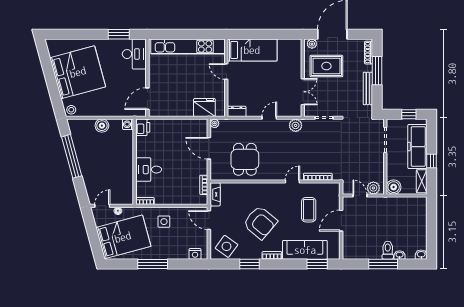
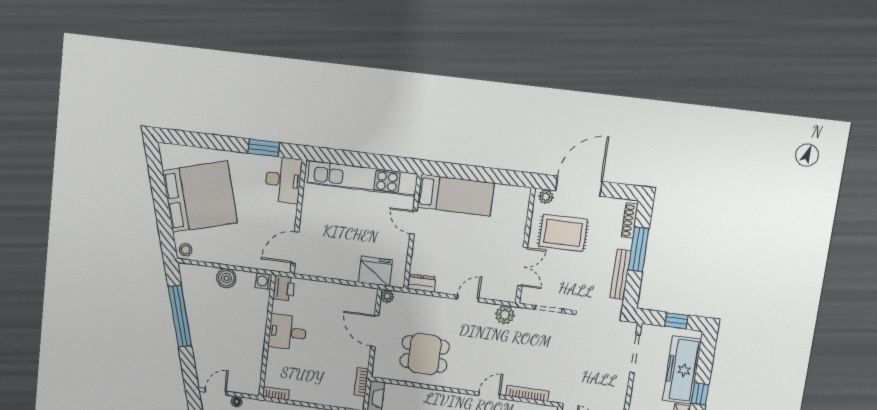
dining table: (245, 159) -> (425, 354), turned 90
desk: (149, 170) -> (287, 332), moved

